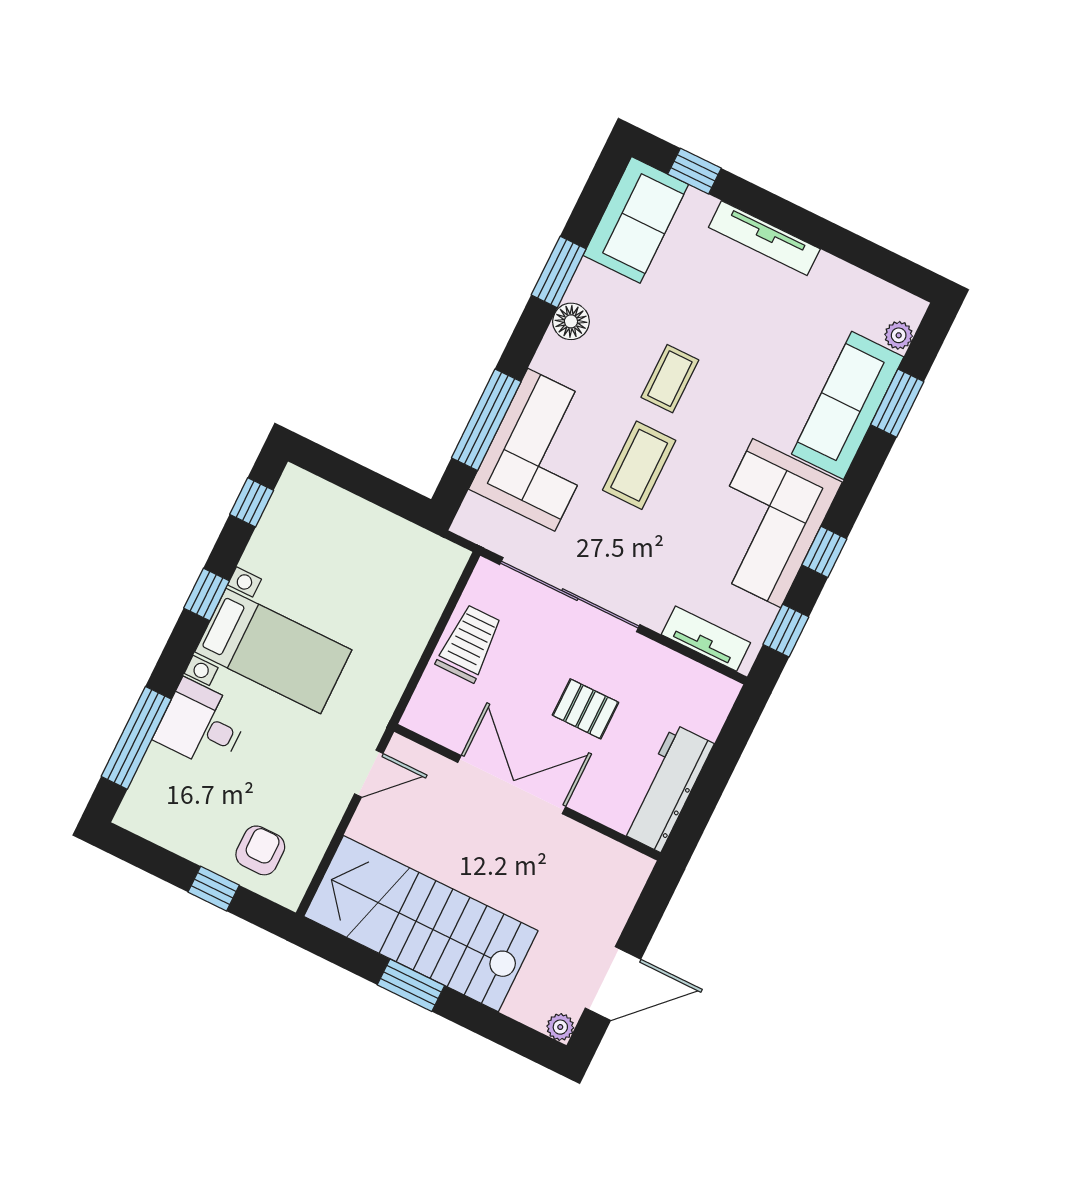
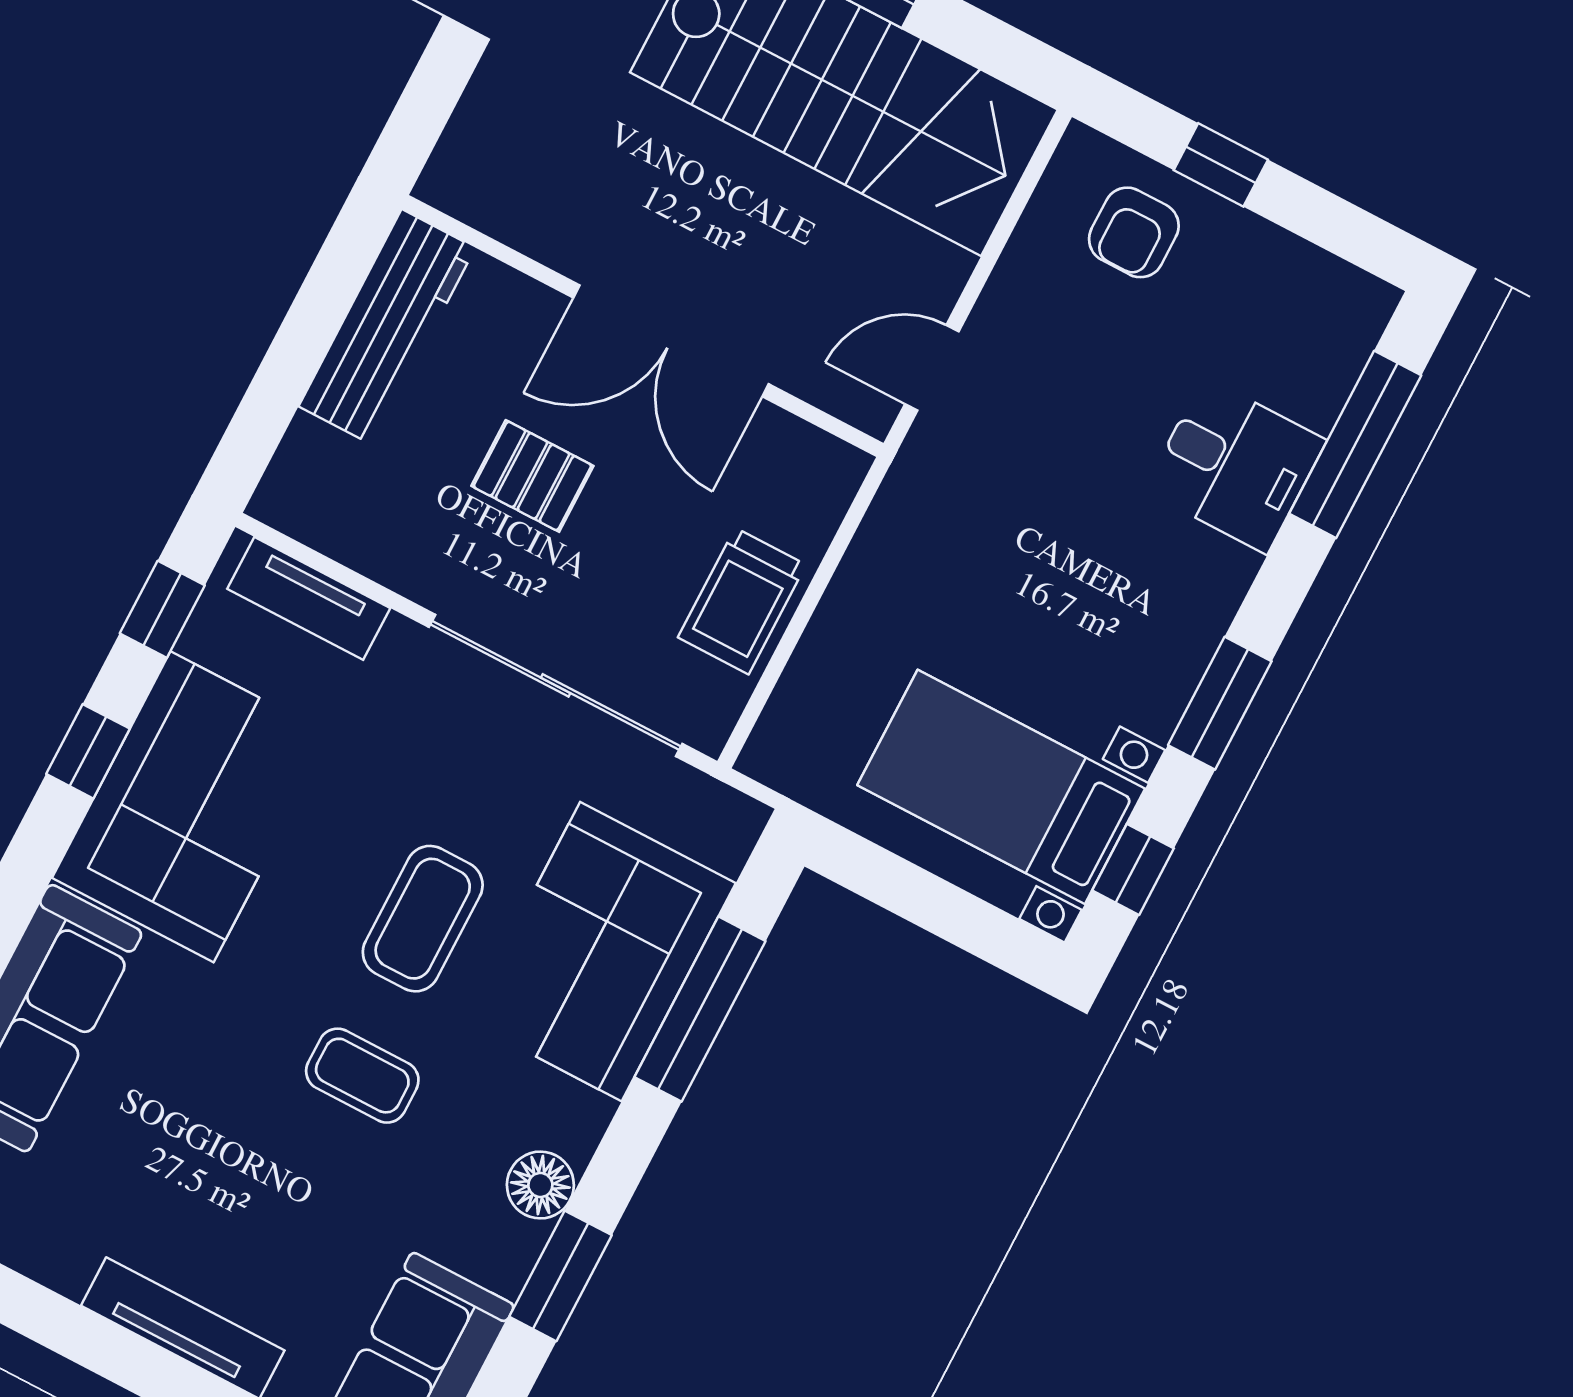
coffee table: (670, 379) -> (362, 1076), turned 90
window: (207, 594) -> (1220, 703), width x1.50
bed with nightstands: (273, 651) -> (1001, 787), moved

